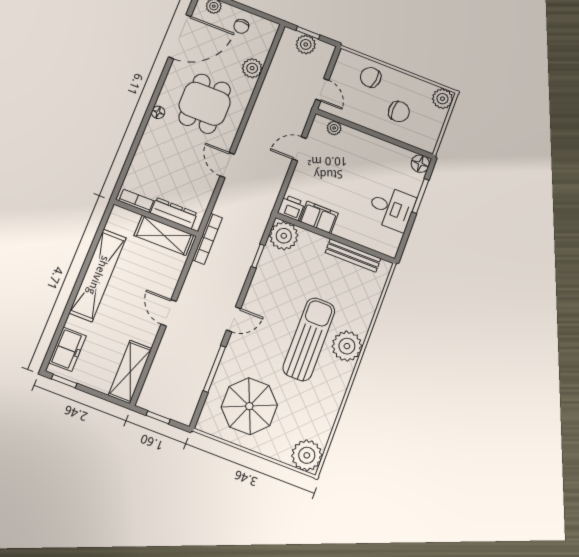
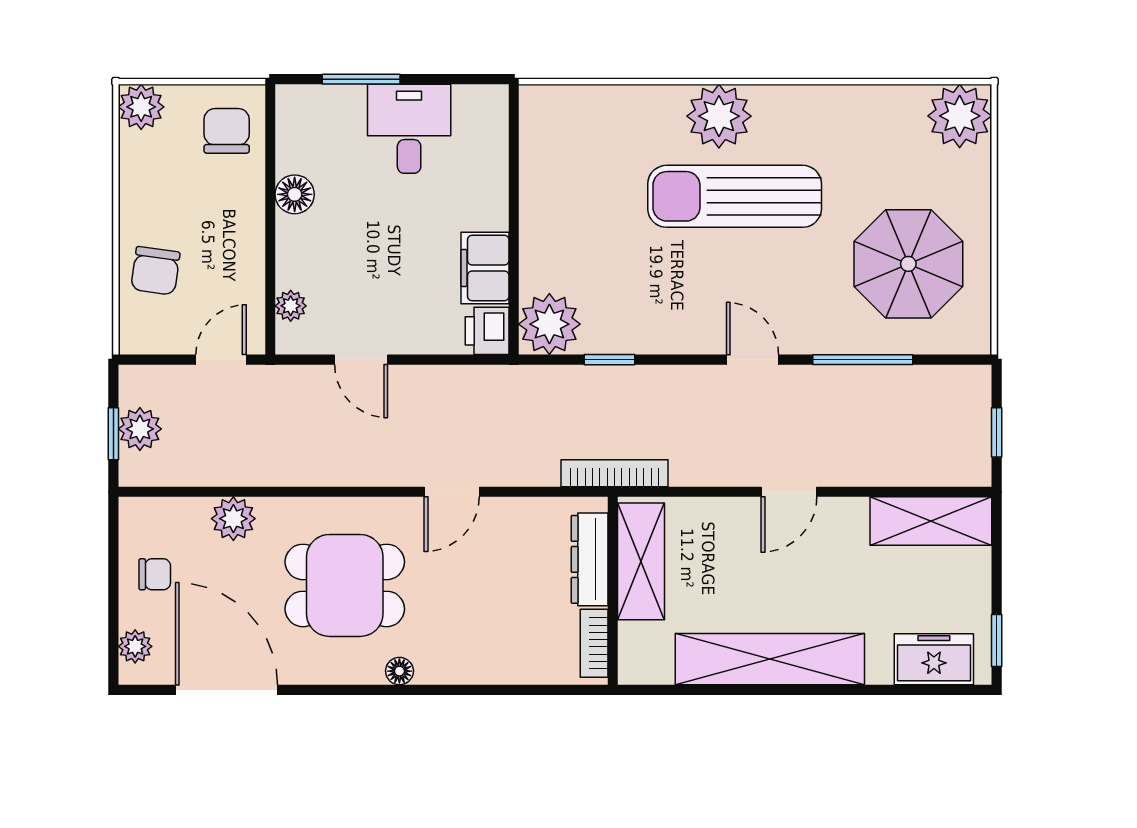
chair: (399, 112) -> (227, 131), moved
floor lamp: (420, 164) -> (295, 194), moved
bench: (353, 256) -> (535, 171), removed

